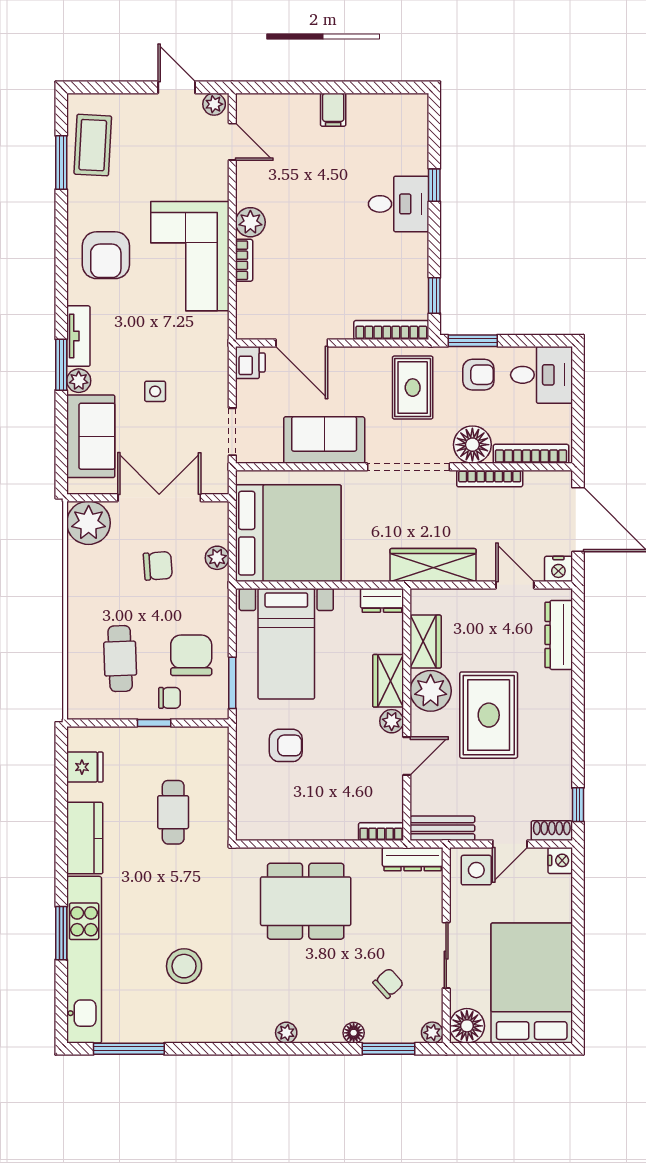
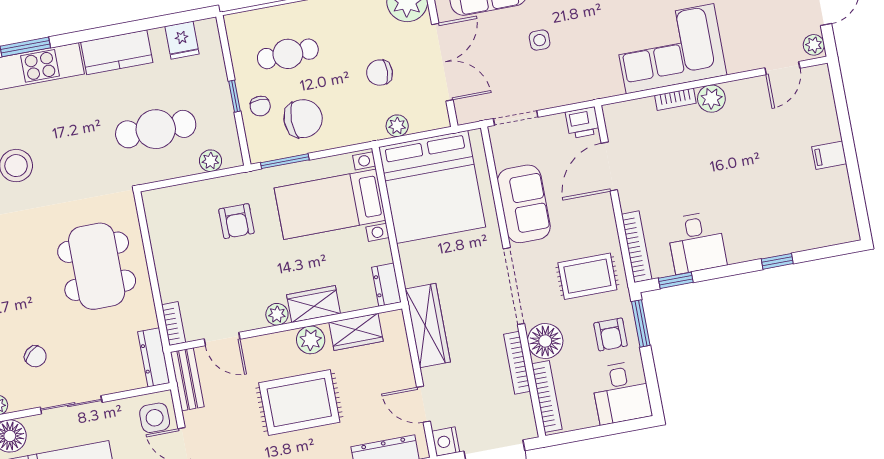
desk: (399, 204) -> (696, 242), moved
chair: (158, 566) -> (380, 73), turned 96
door: (515, 585) -> (423, 404), swing flipped
plant: (431, 691) -> (311, 340), width x0.73, depth x0.73
door: (407, 756) -> (222, 339), moved
plant: (217, 761) -> (210, 161), added
cafe table: (173, 812) -> (156, 129), width x1.37, depth x1.35

